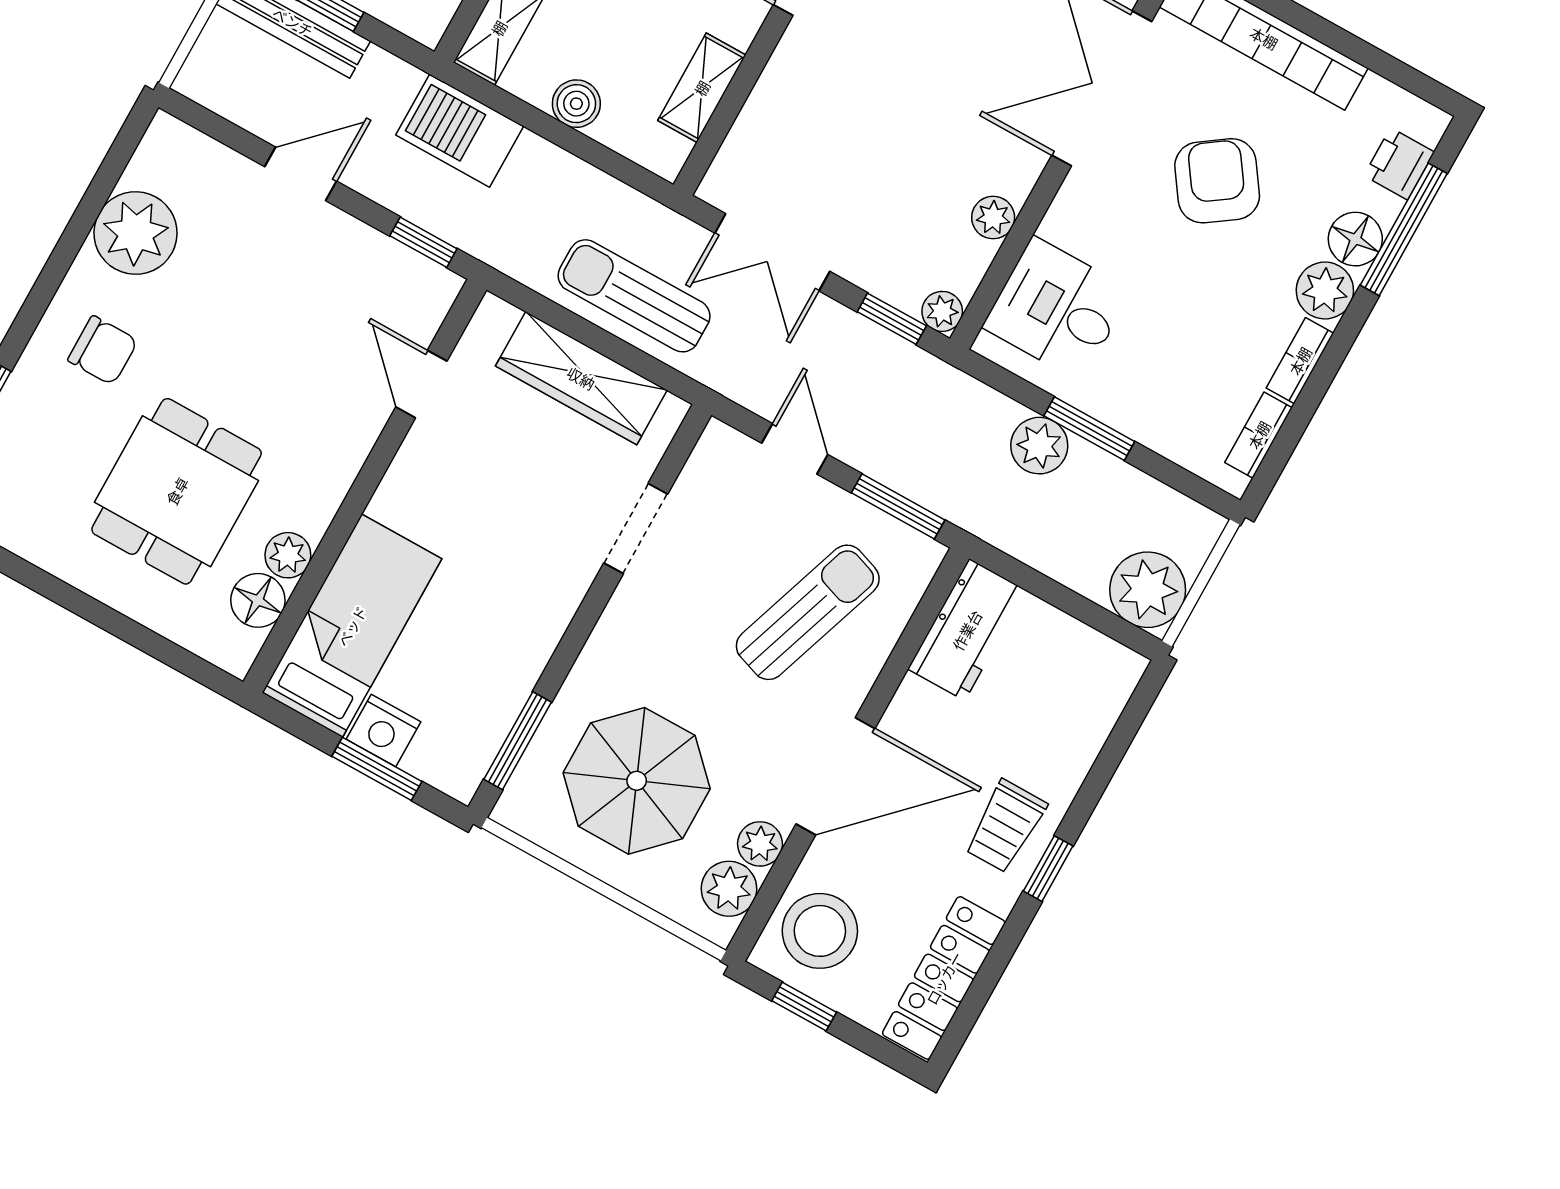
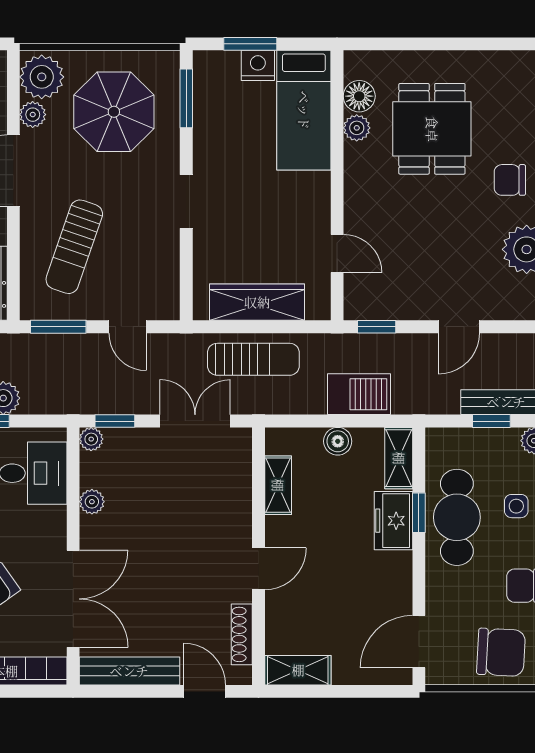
barbecue: (460, 131) -> (359, 394), moved
doorway: (636, 528) -> (186, 202), moved
plant: (729, 889) -> (42, 77), width x1.36, depth x1.36

